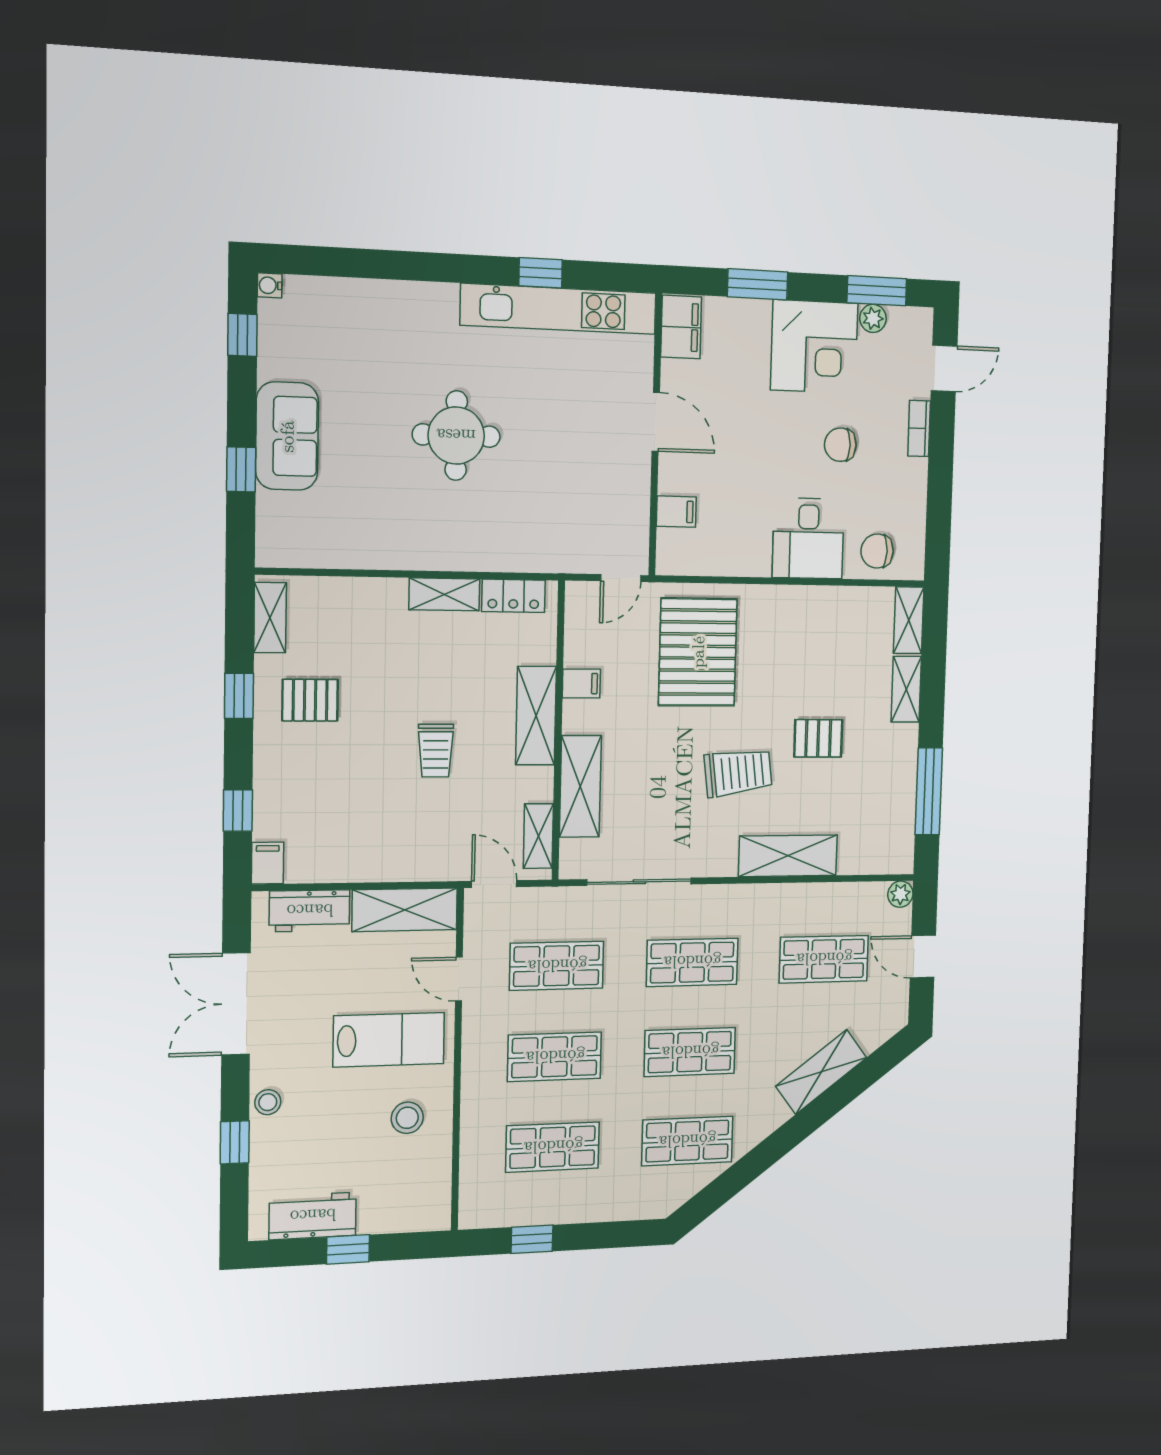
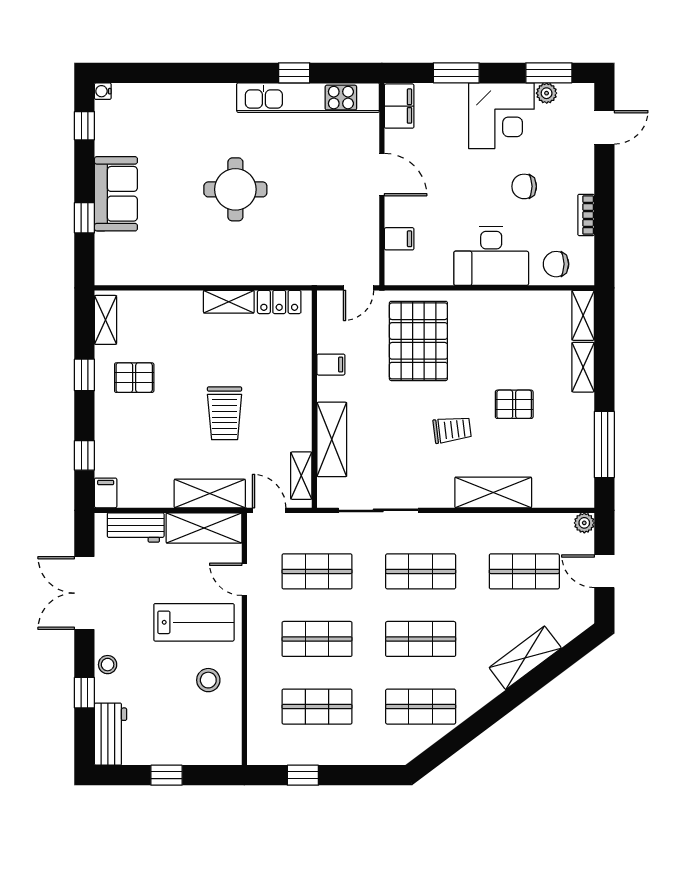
bookcase: (919, 428) -> (586, 215), moved
desk: (808, 538) -> (491, 256), width x1.37
shelving: (536, 716) -> (210, 493), moved, turned 90
trolley: (436, 751) -> (225, 413), width x1.36, depth x1.39
trolley: (738, 772) -> (452, 430), width x0.73, depth x0.72
workbench: (313, 1216) -> (111, 734), moved, turned 90

